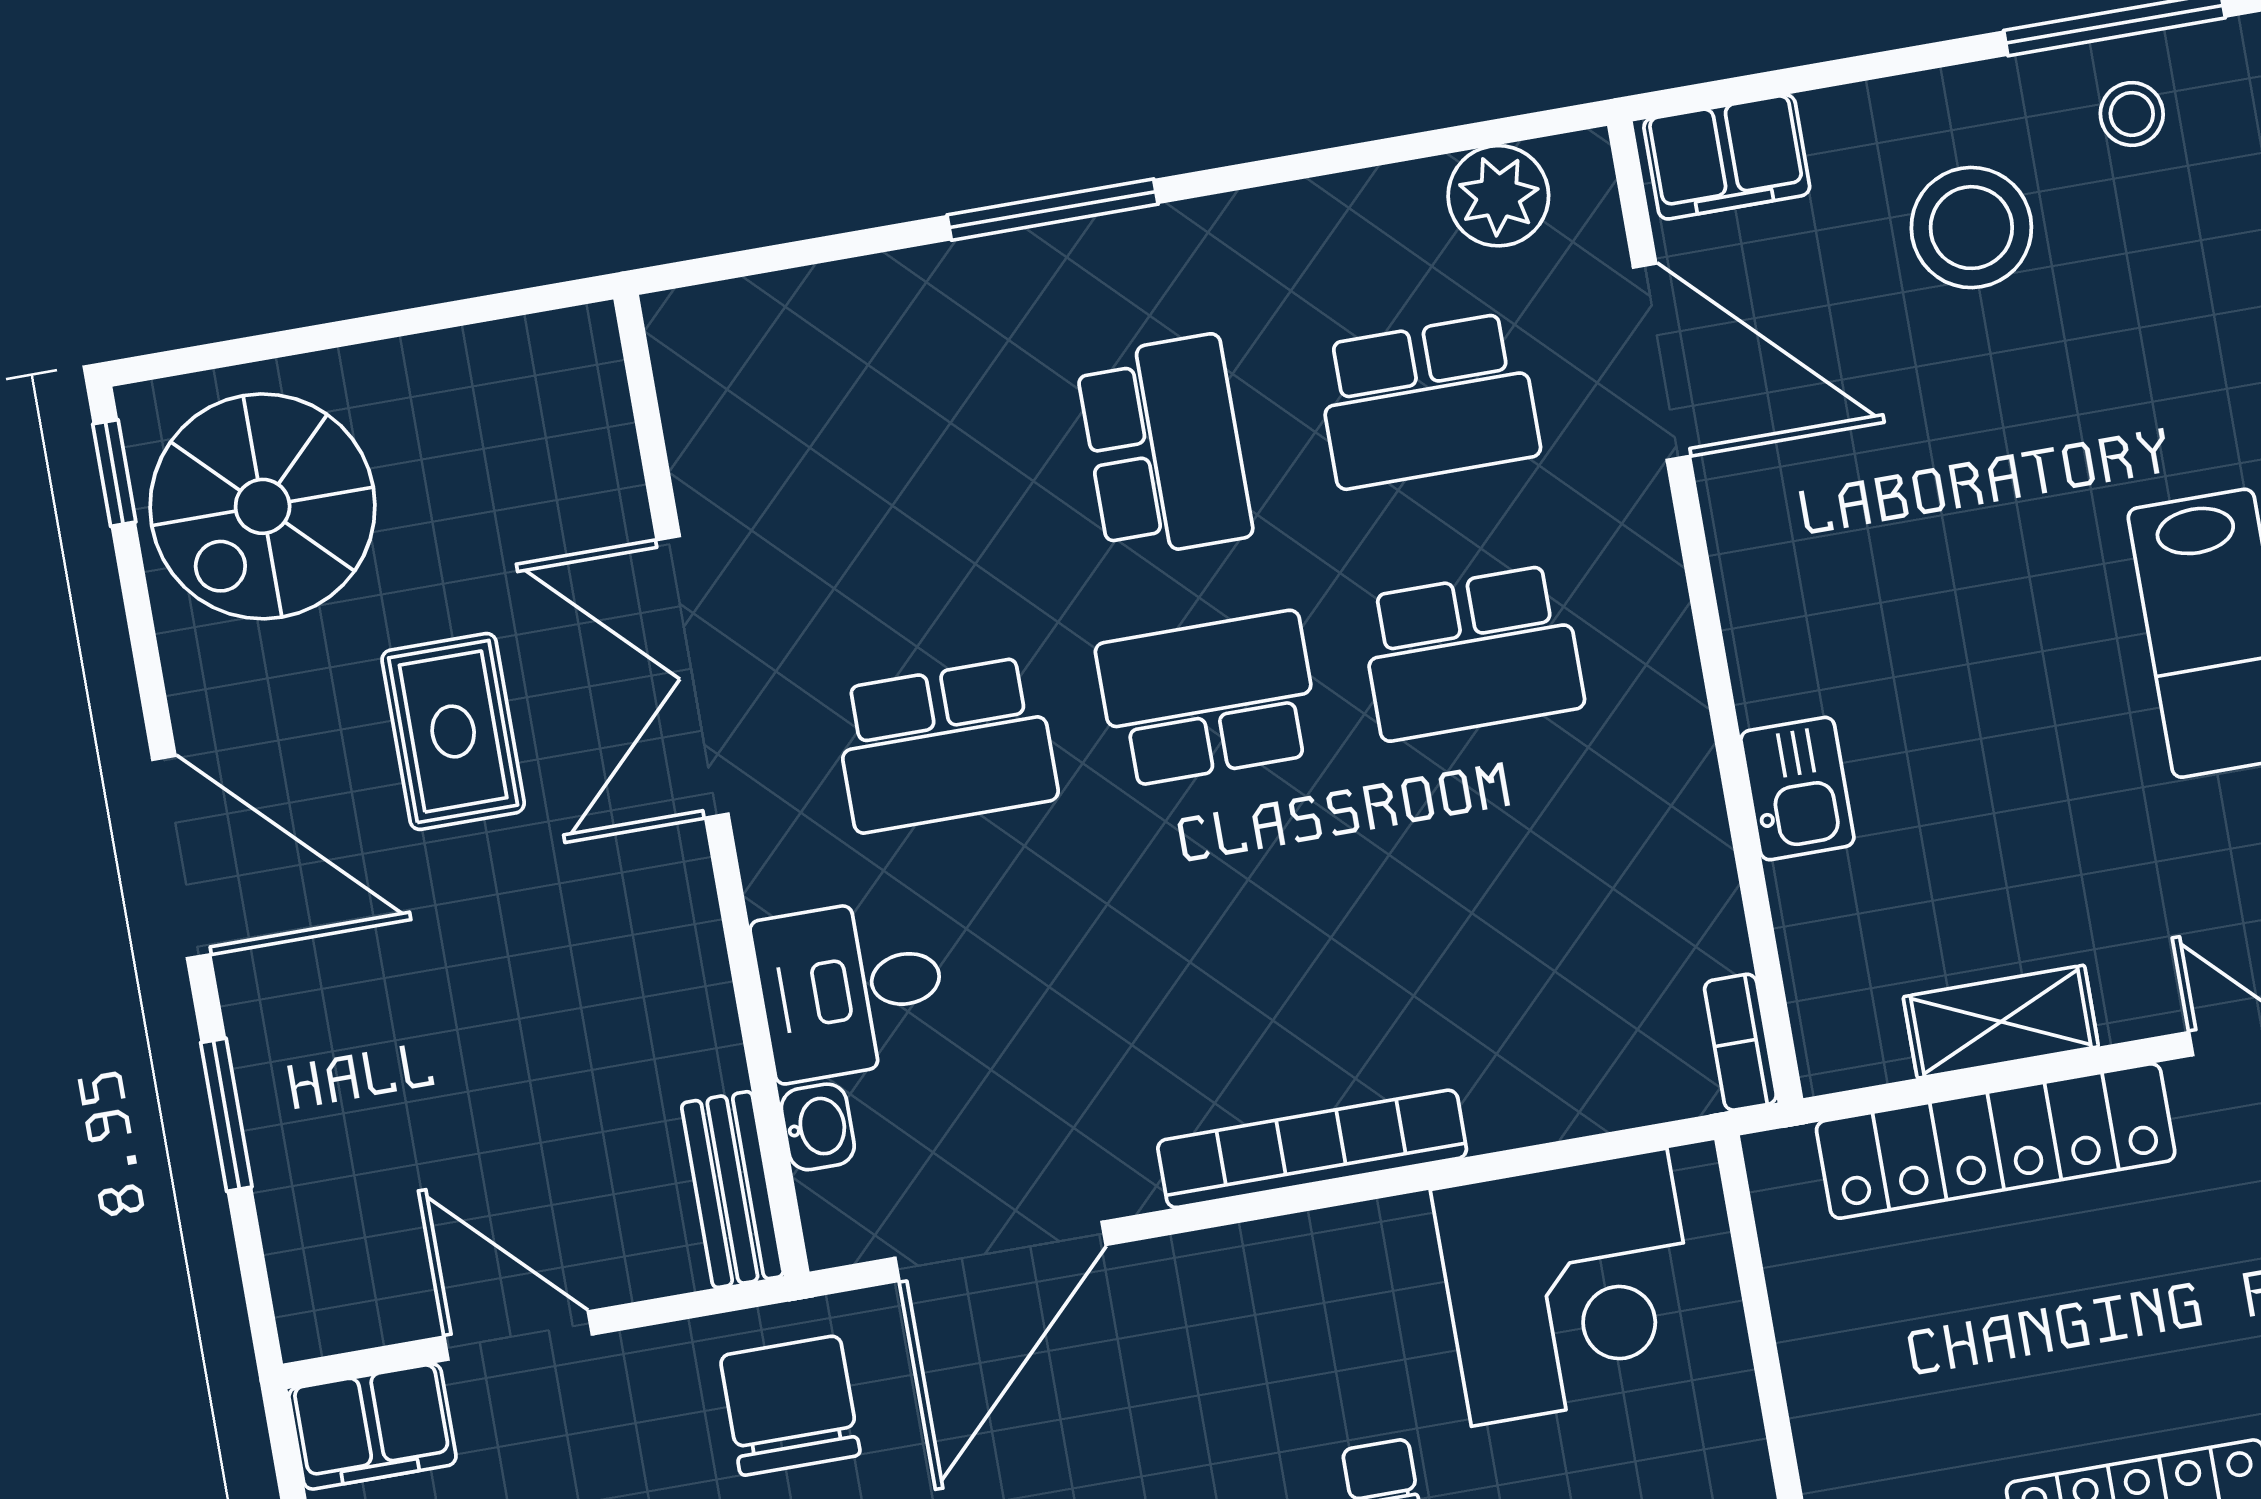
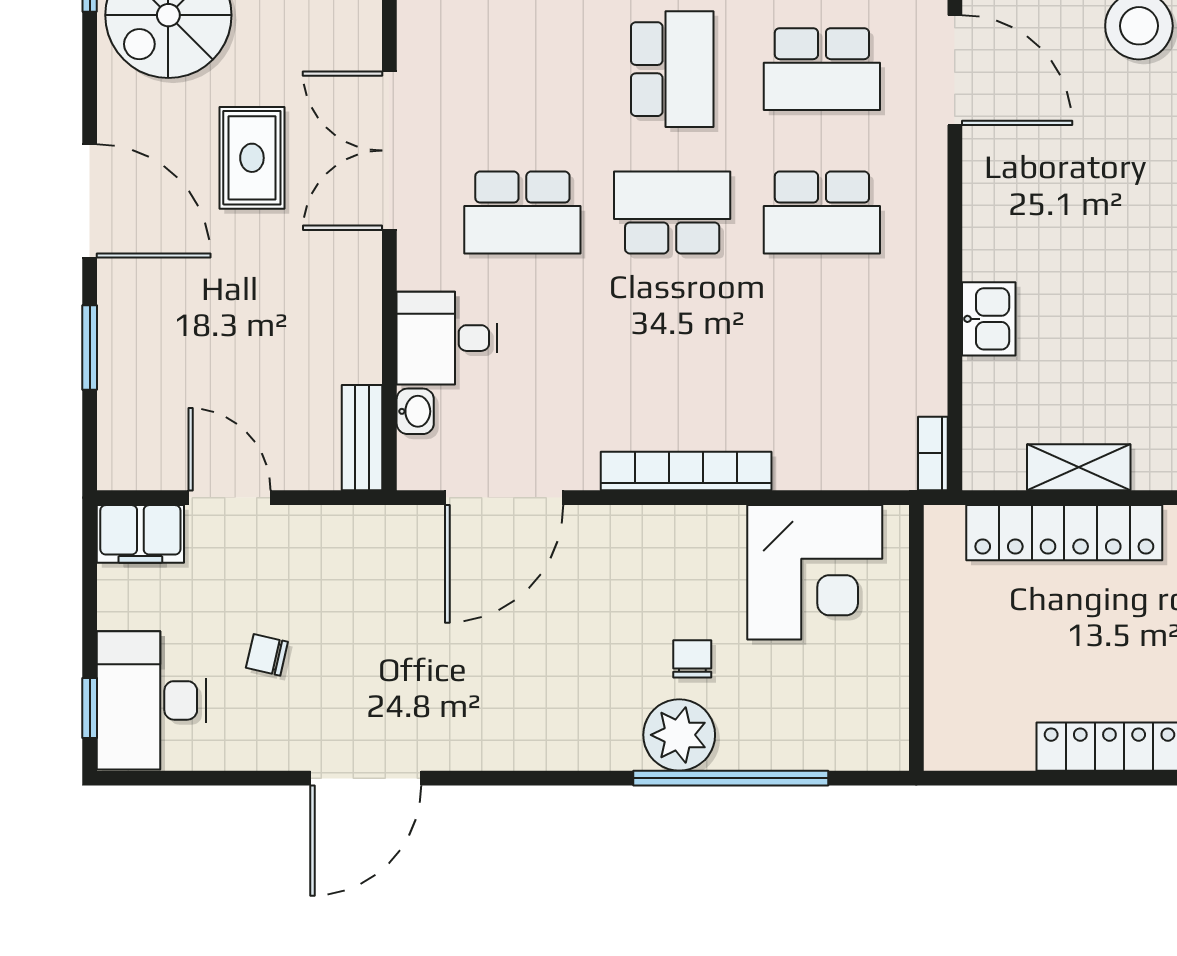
chair: (790, 1405) -> (373, 562), removed

